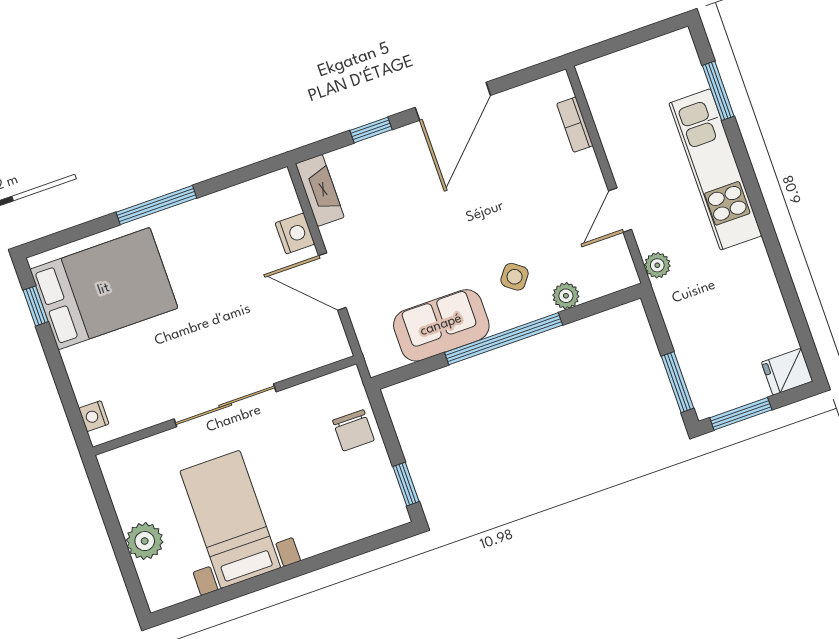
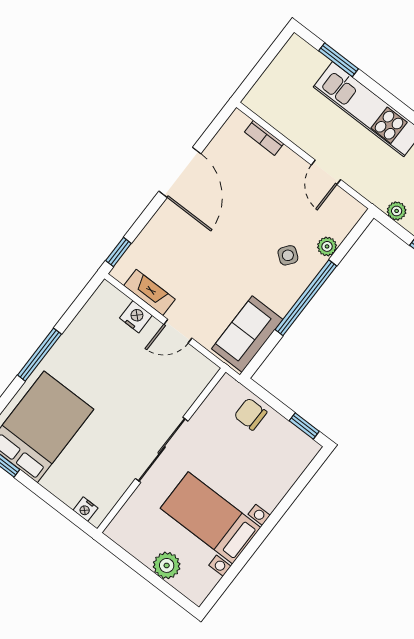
window: (371, 130) -> (118, 252), moved
fireplace: (320, 190) -> (150, 292), moved
plant: (657, 265) -> (397, 211), moved
door: (332, 282) -> (178, 331), width x0.73
sofa: (441, 325) -> (247, 334), moved
chair: (353, 430) -> (250, 414), turned 180

